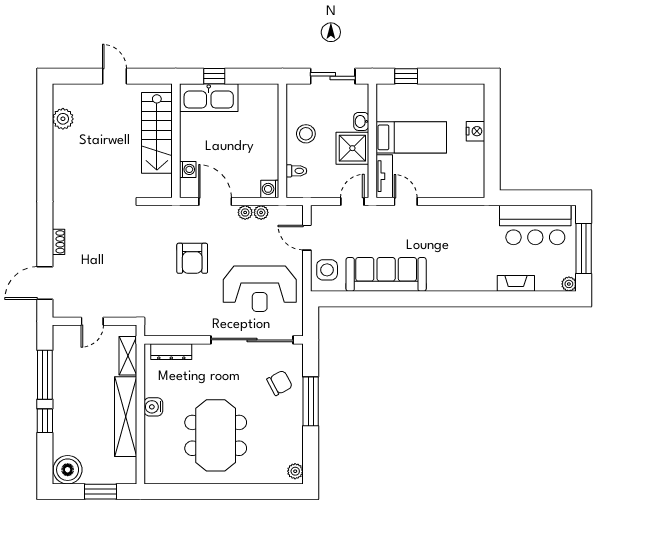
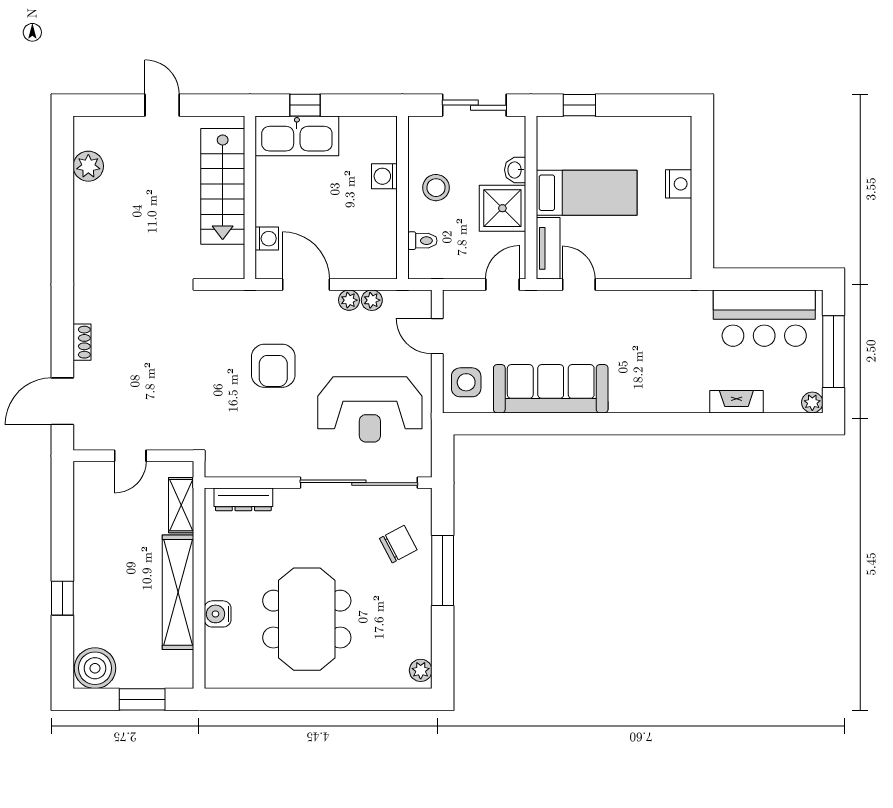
washing machine: (270, 189) -> (384, 176), moved
window: (45, 375) -> (62, 532), removed
water cooler: (153, 407) -> (218, 614), moved

